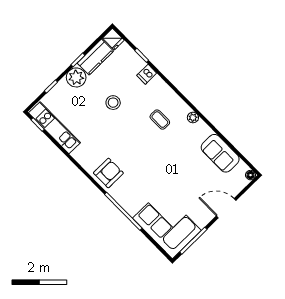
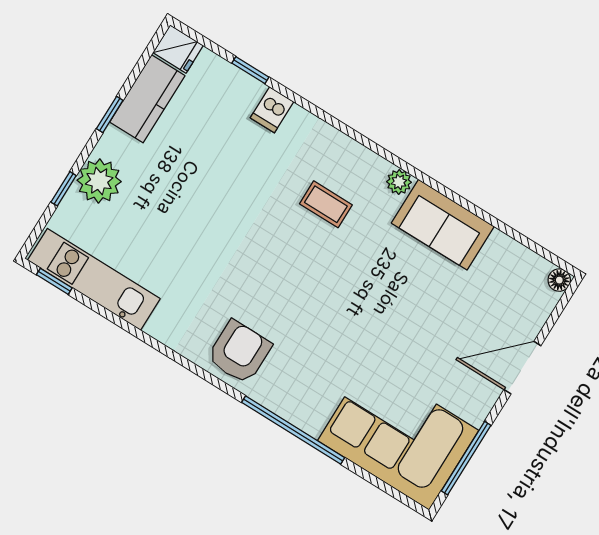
plant: (76, 77) -> (99, 181), moved
stool: (113, 103) -> (212, 191), removed
sofa: (220, 153) -> (443, 225), moved

